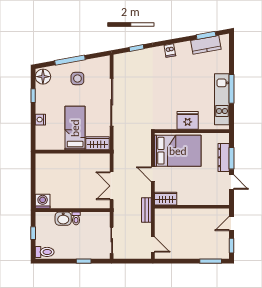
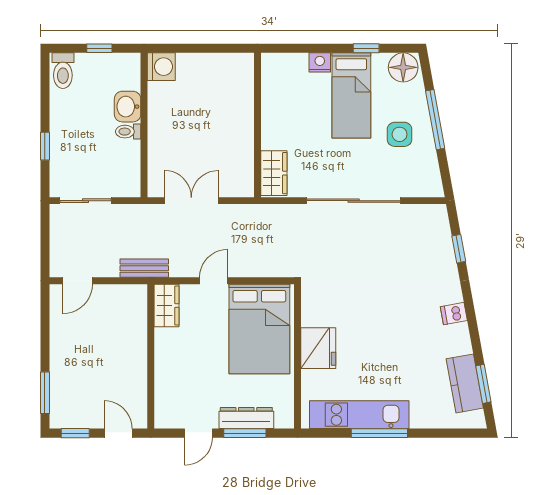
bed: (75, 128) -> (351, 95), moved, turned 90

